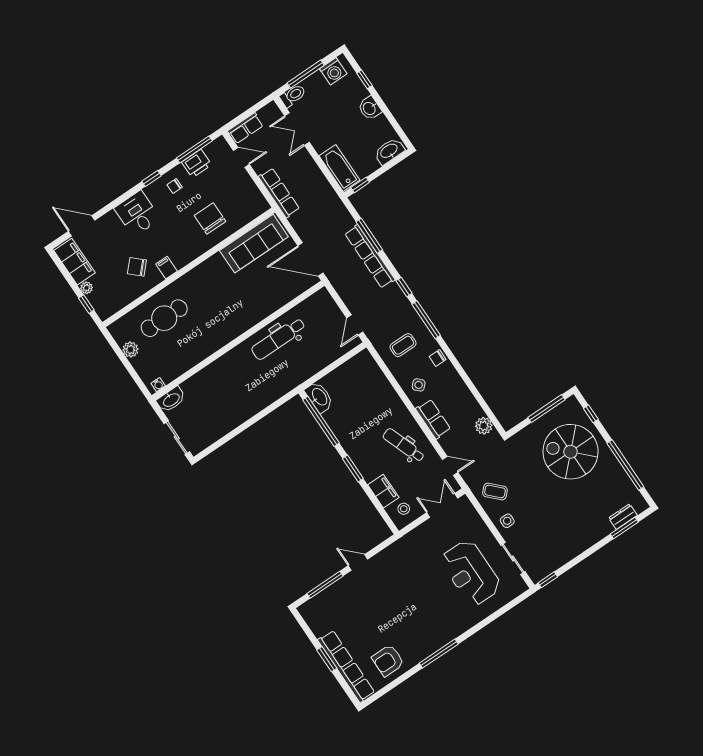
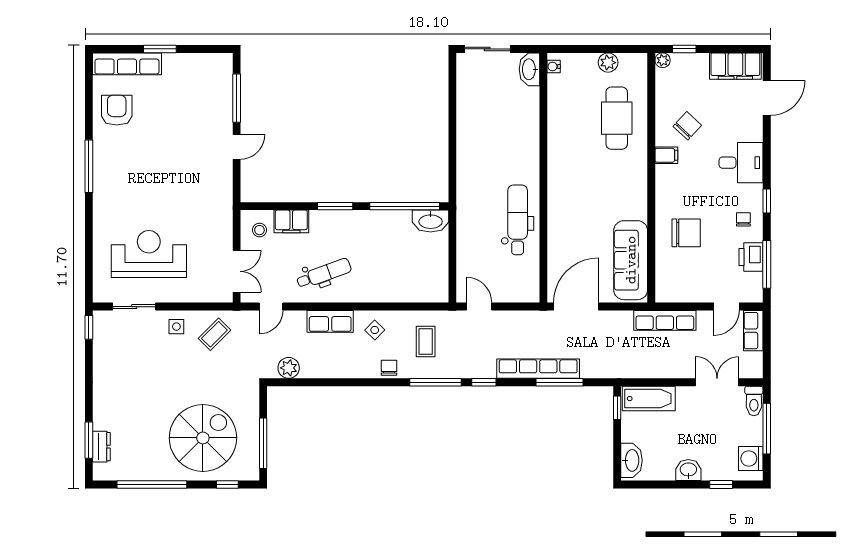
plant: (86, 288) -> (663, 60), moved
row of seats: (346, 666) -> (127, 64), width x0.73

